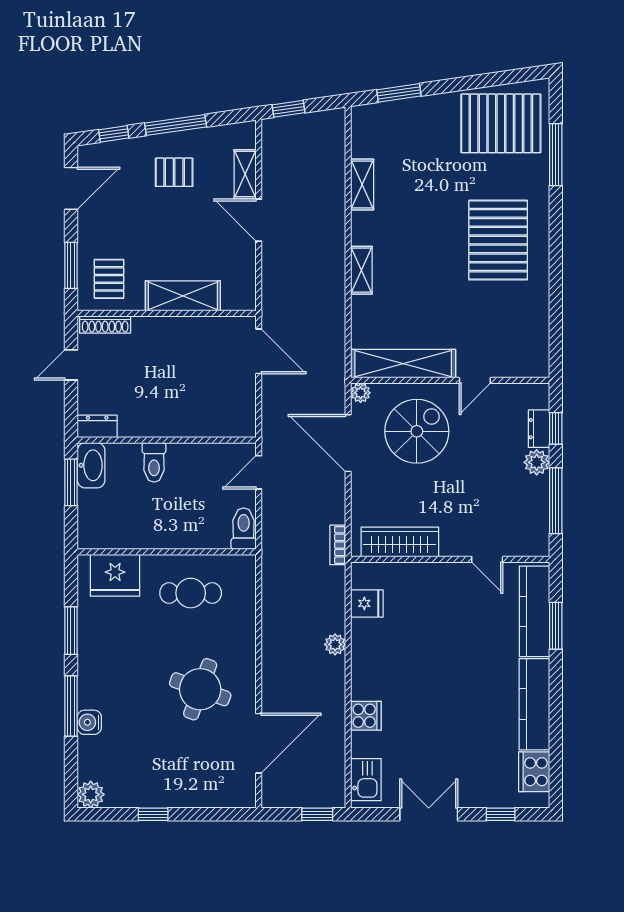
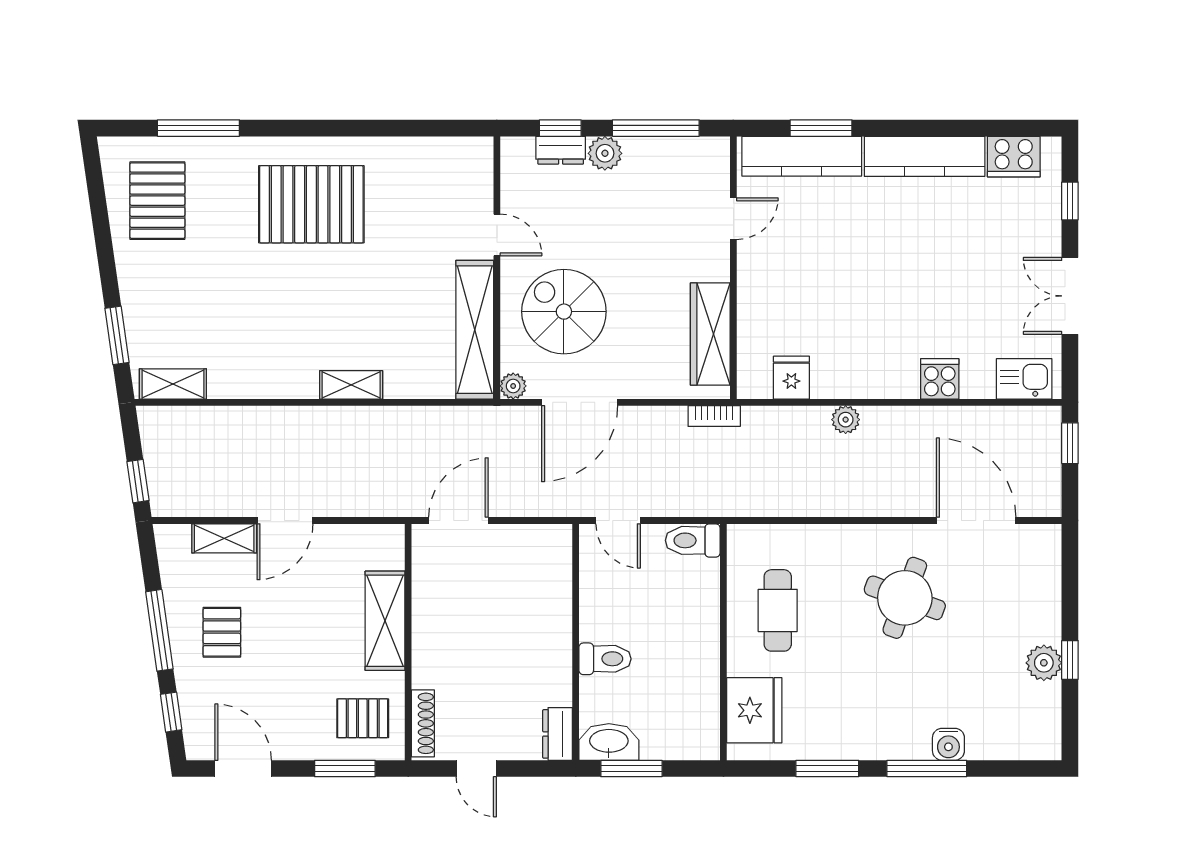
pallet: (501, 123) -> (157, 201), width x0.73, depth x0.71
shelving: (362, 185) -> (173, 384), moved
plant: (91, 794) -> (1044, 663), moved

